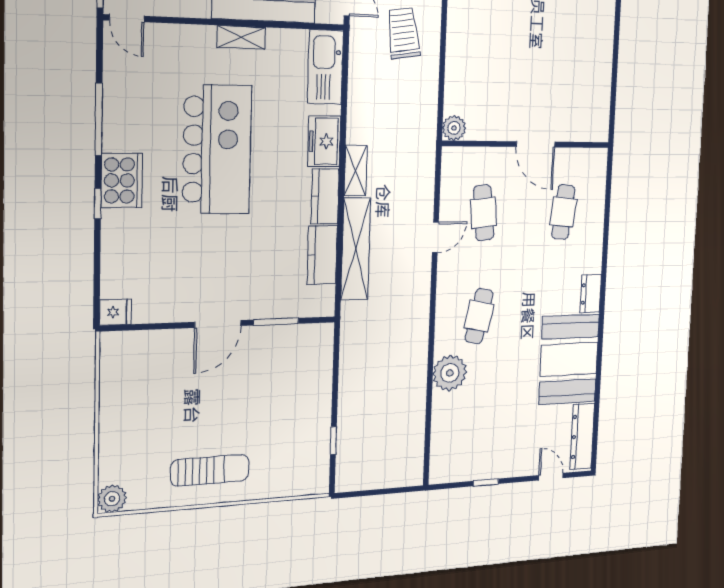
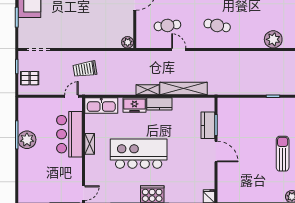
kitchen counter: (322, 255) -> (208, 125), moved, turned 90
plant: (450, 373) -> (273, 39), moved

